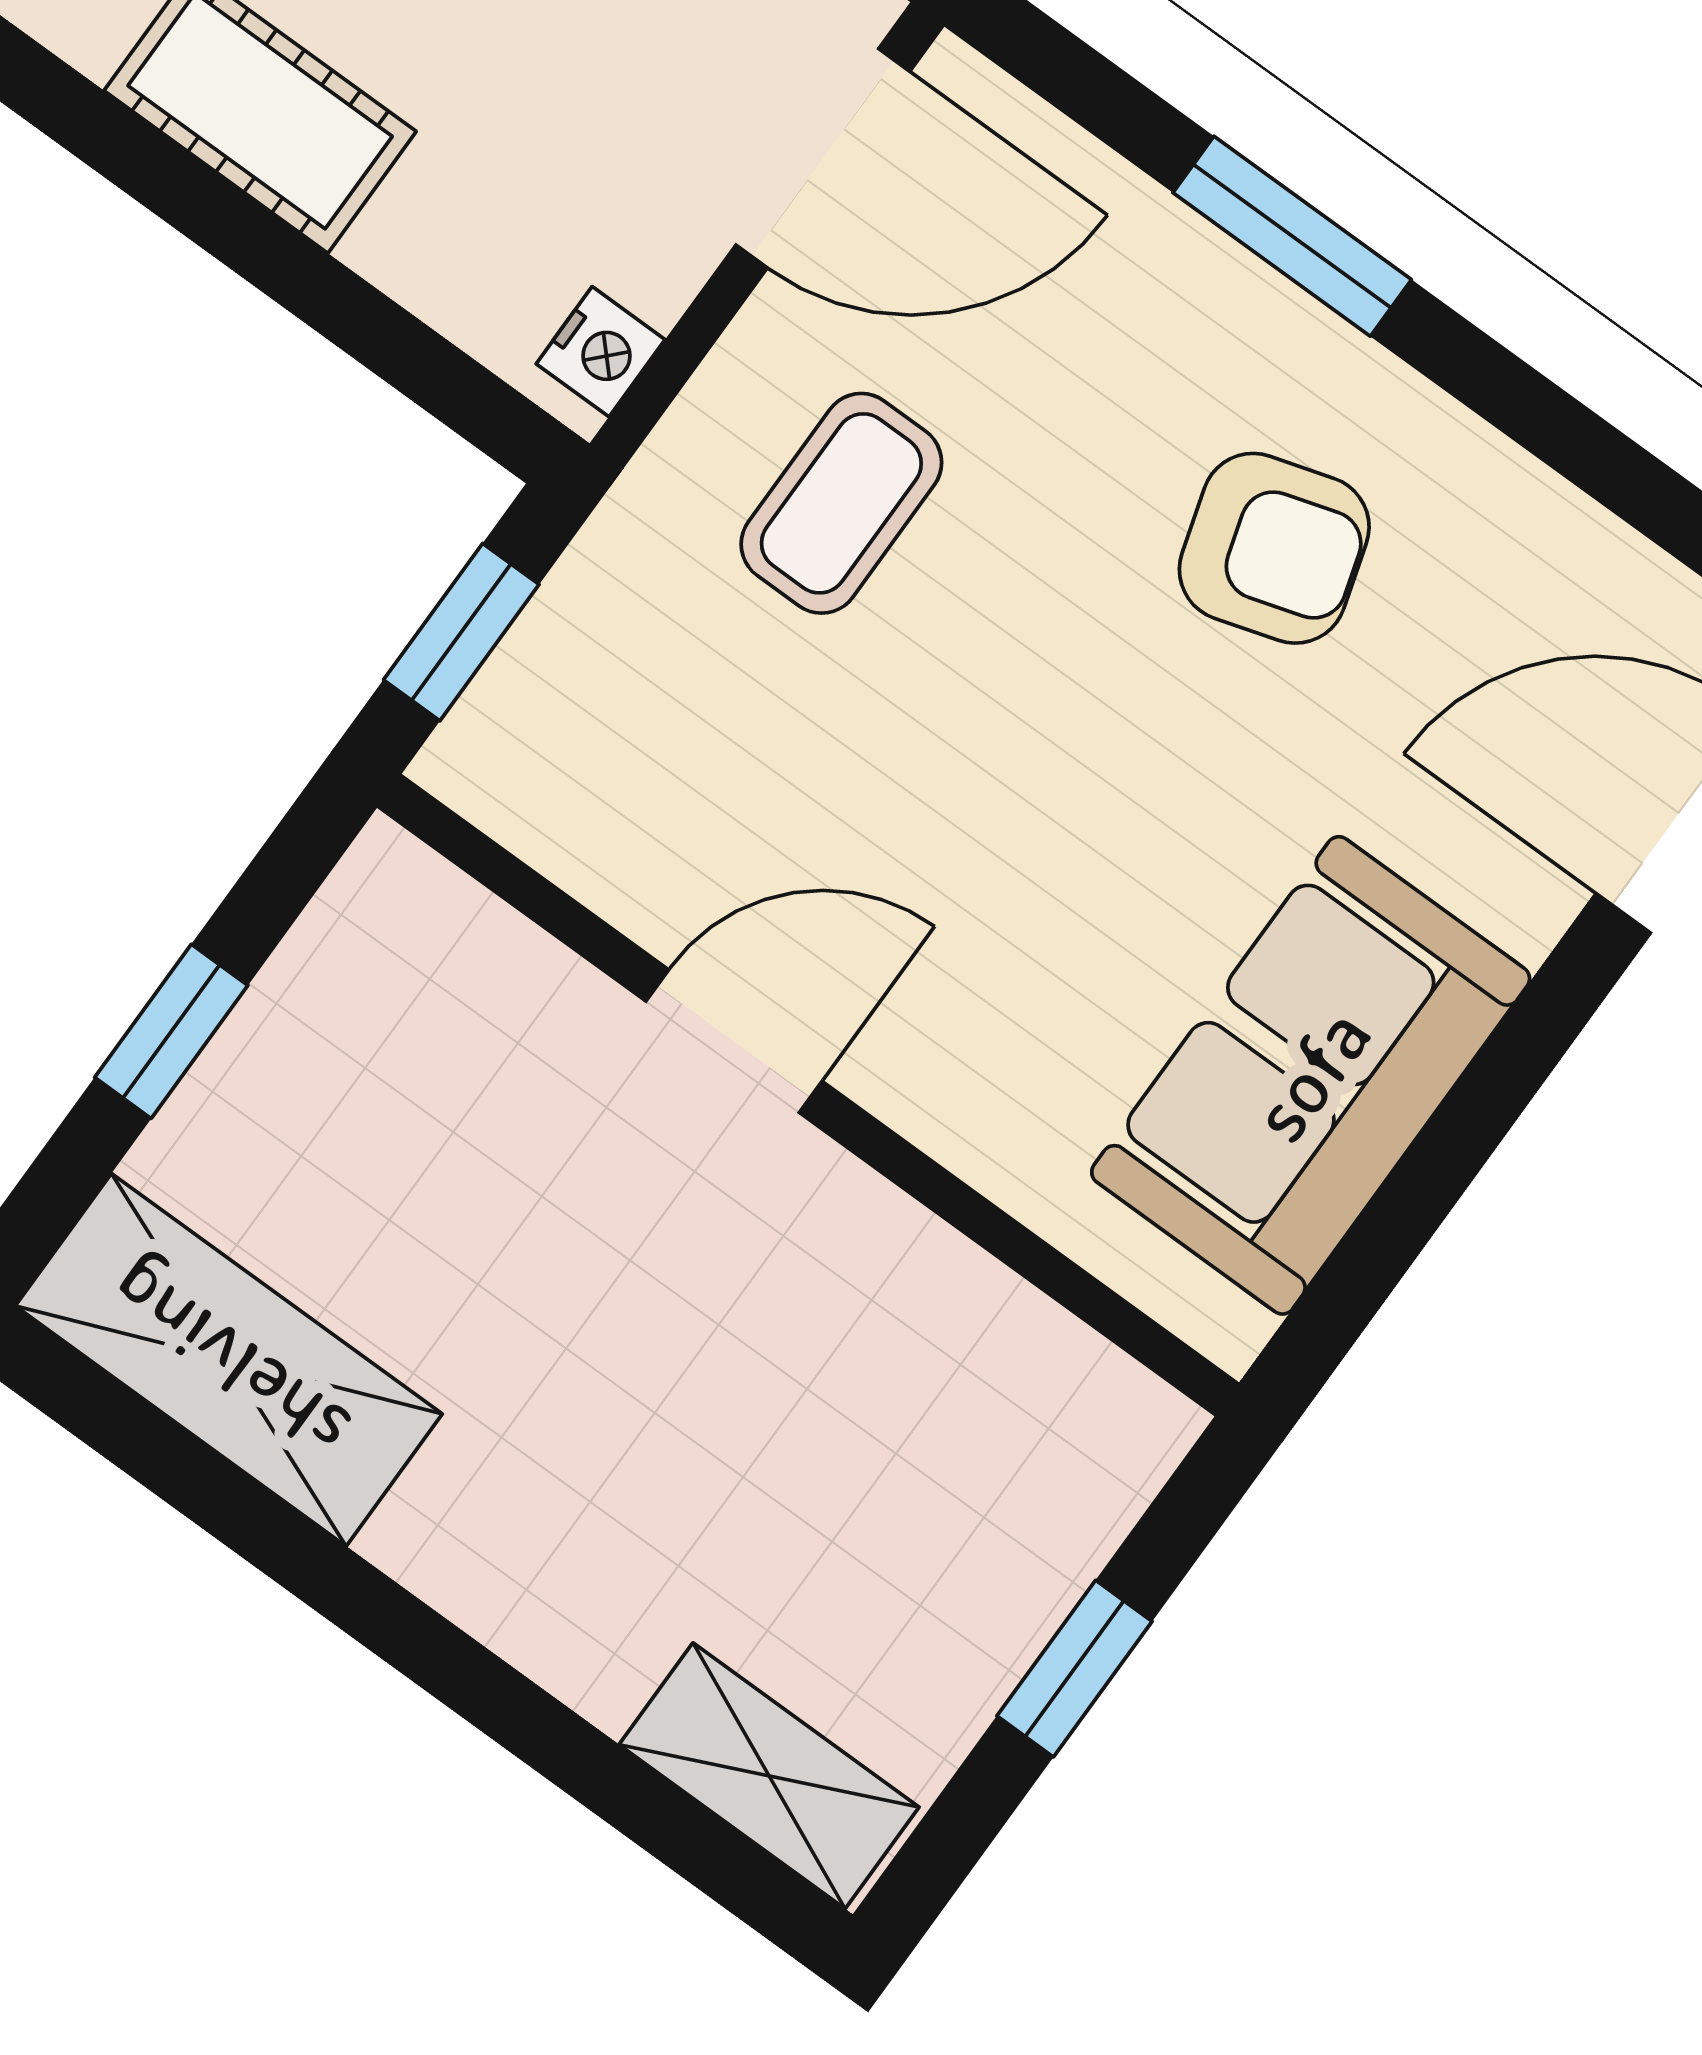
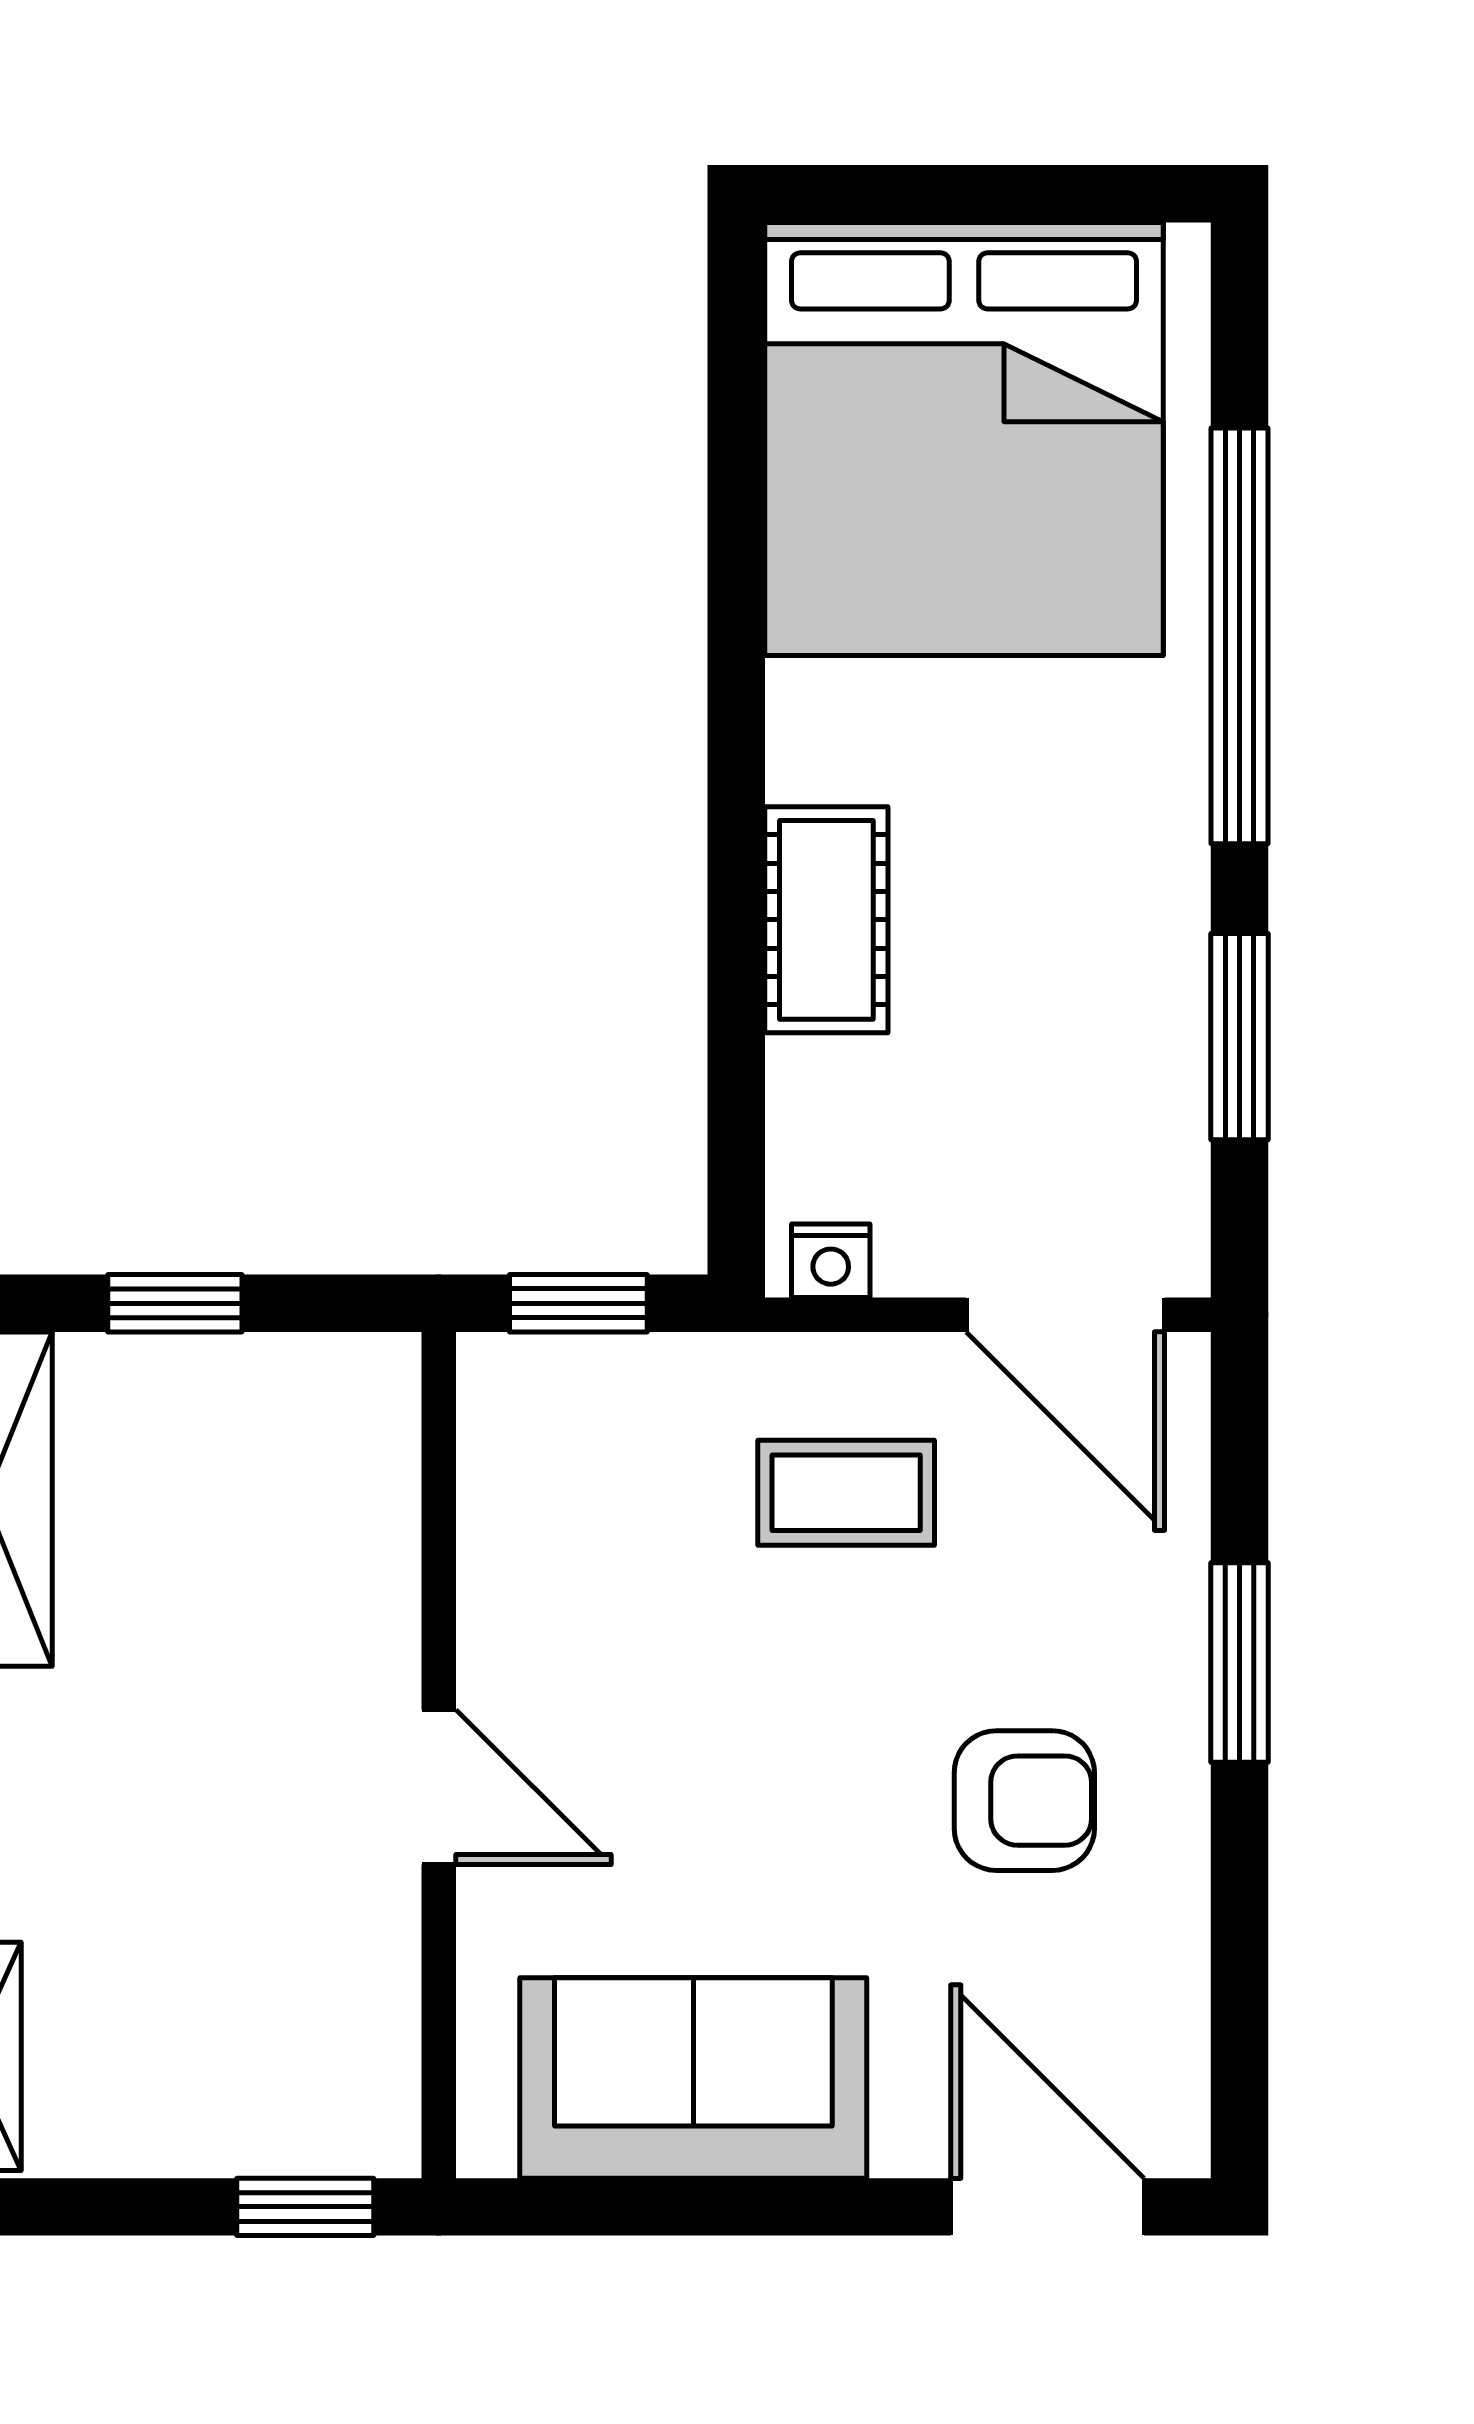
armchair: (1274, 548) -> (1024, 1801), turned -73
door: (734, 1041) -> (439, 1787), moved
window: (1074, 1669) -> (305, 2207), moved

